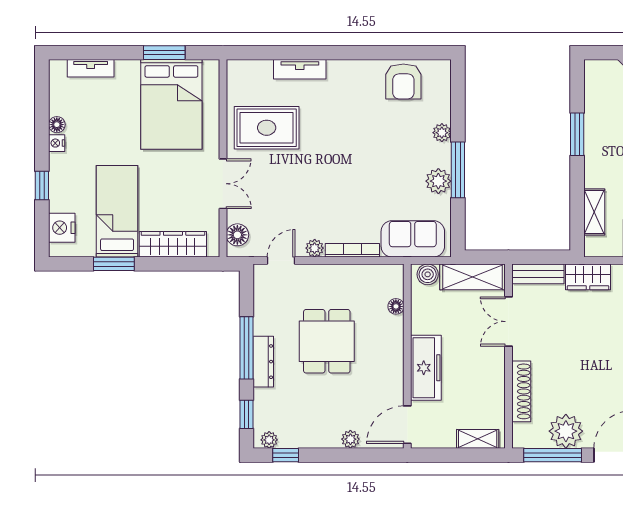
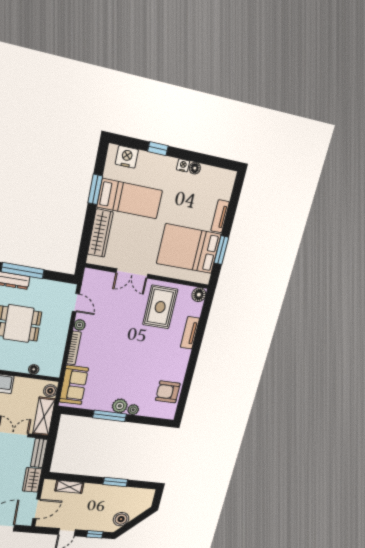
tv unit: (91, 68) -> (220, 216), moved
plant: (438, 181) -> (120, 406), moved
floor lamp: (237, 235) -> (199, 295), moved

